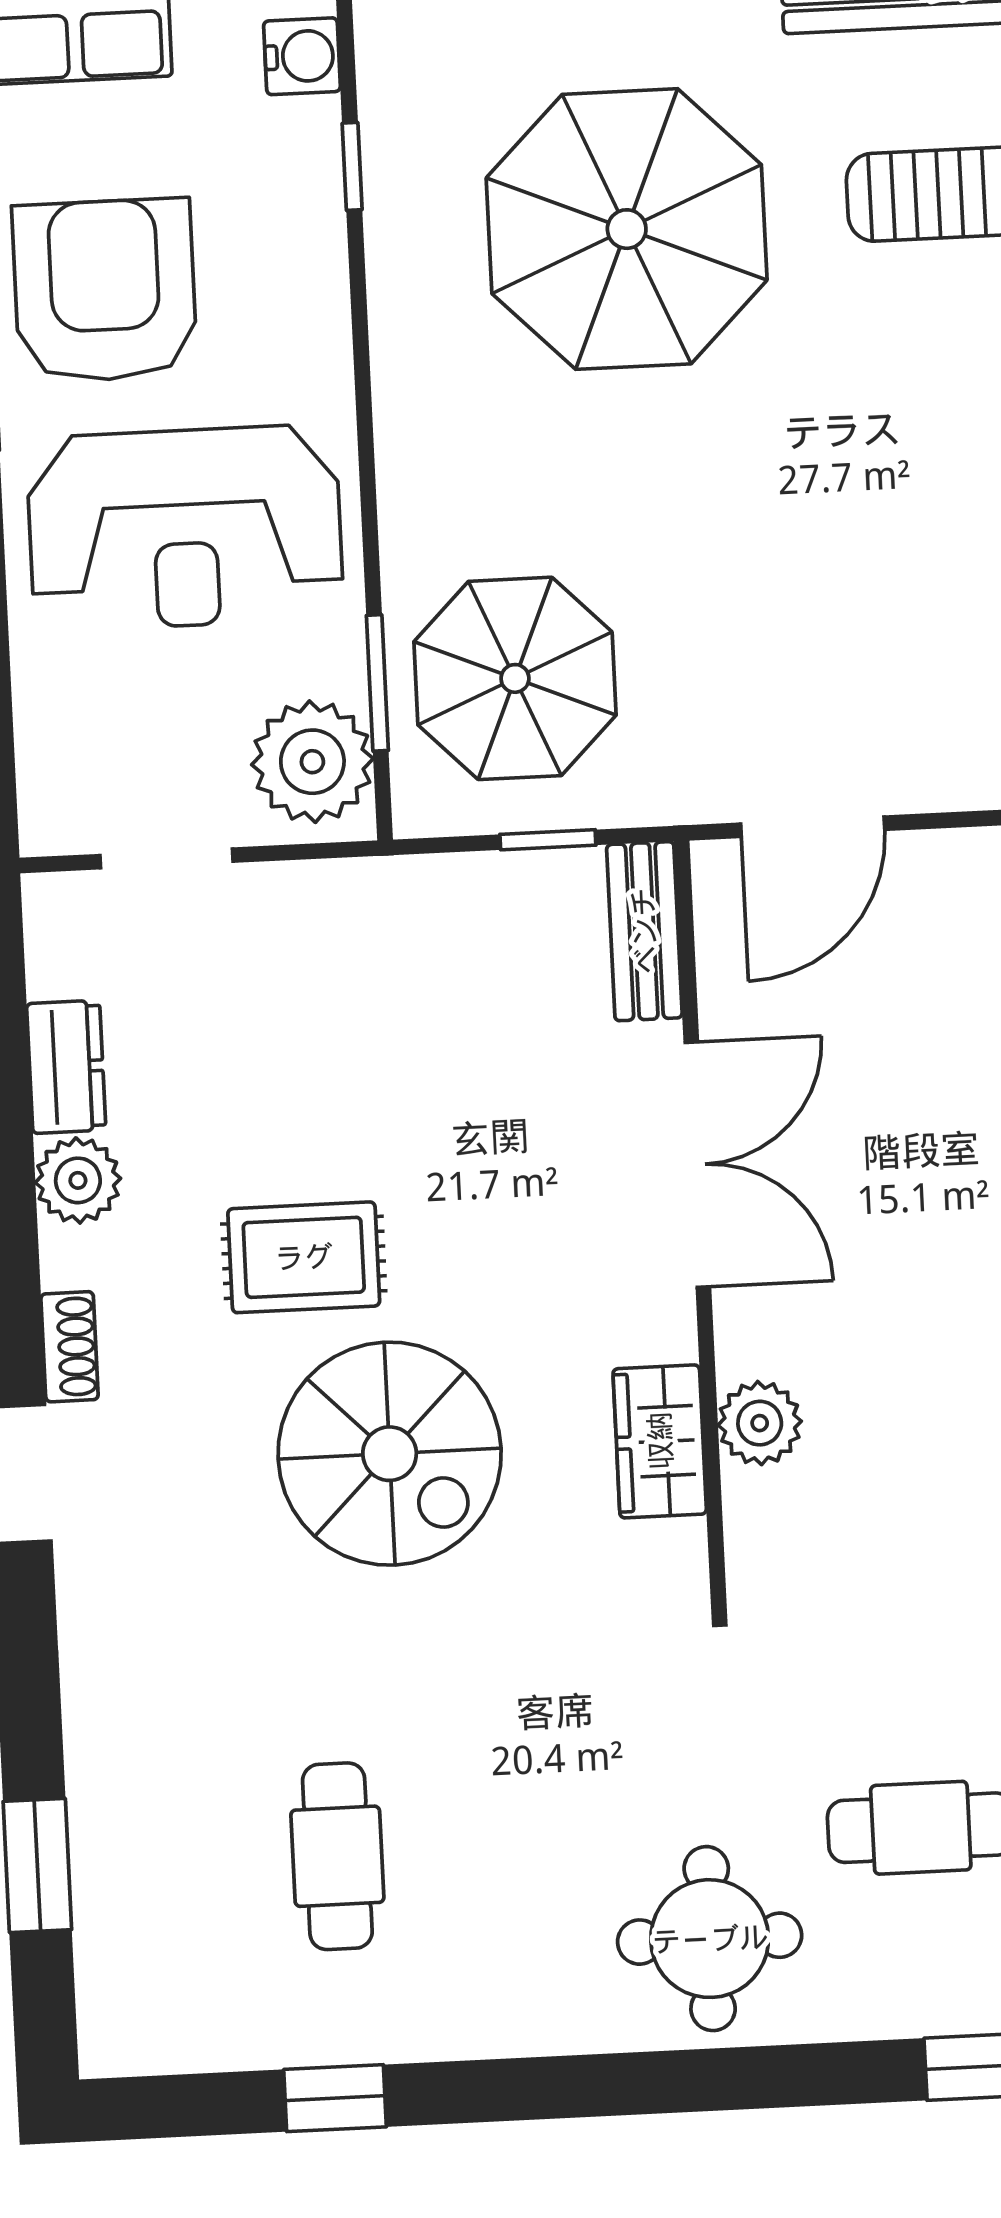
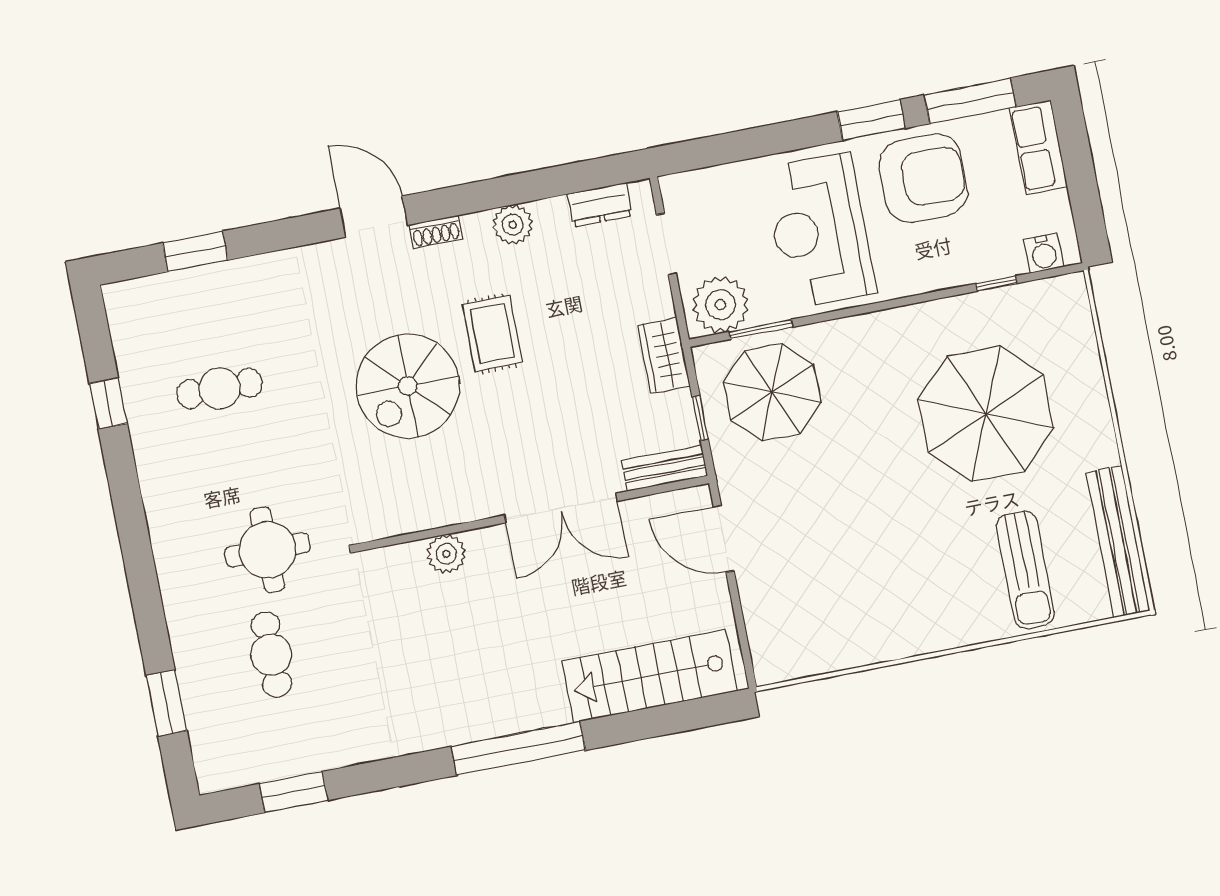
dresser: (66, 1067) -> (600, 205), moved
wardrobe: (660, 1441) -> (664, 356), moved, turned -90
round table: (710, 1939) -> (267, 550), moved

